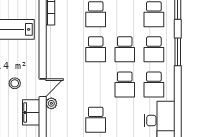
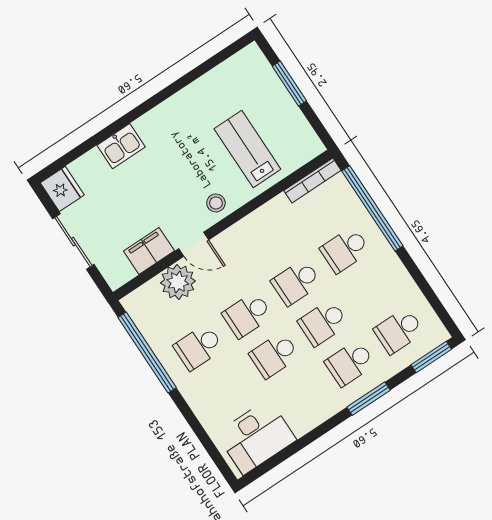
stool: (15, 83) -> (216, 203), moved
school desk: (154, 84) -> (247, 315), moved
plant: (51, 103) -> (178, 282), width x1.88, depth x1.88

